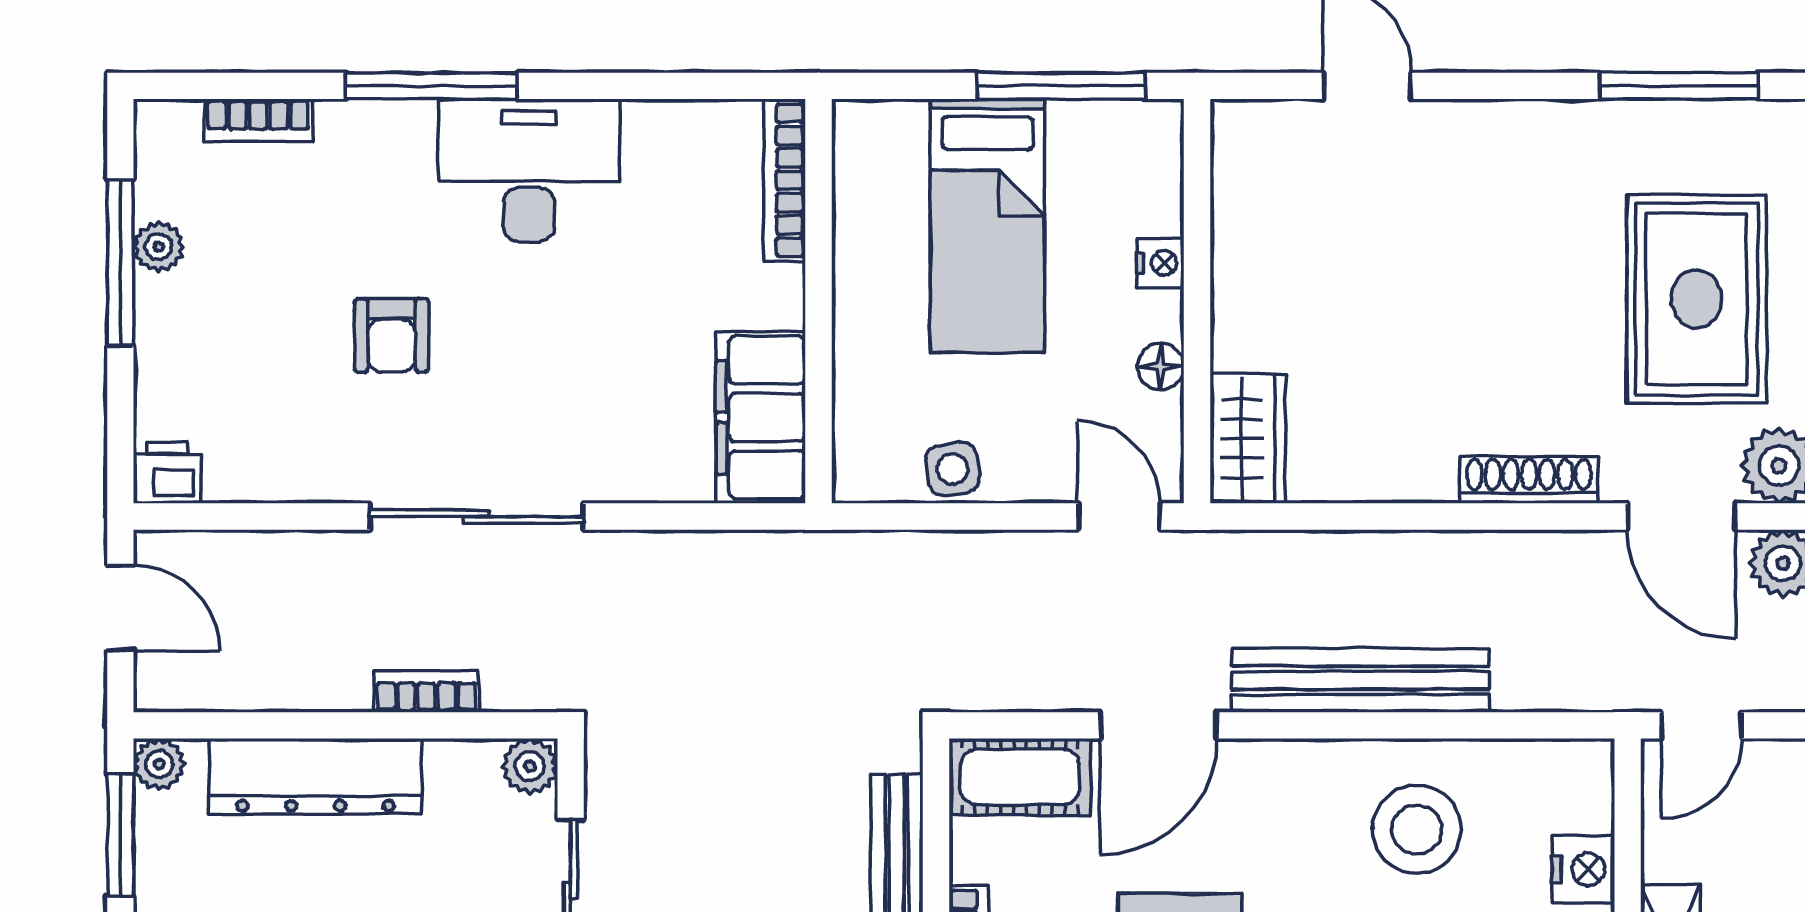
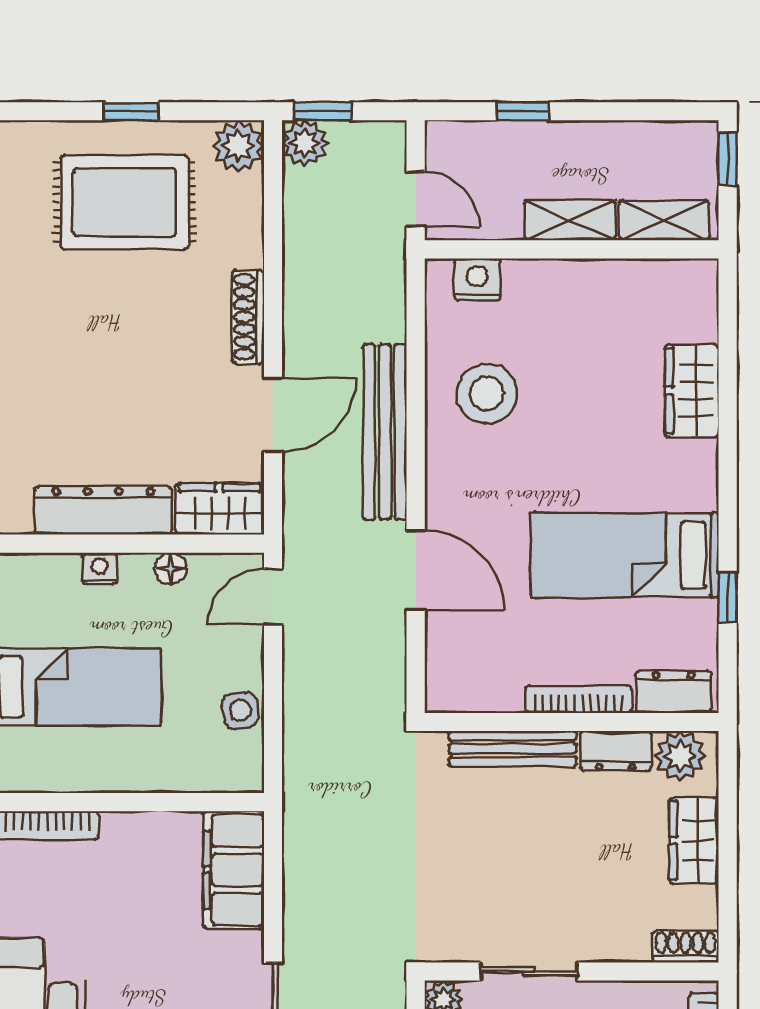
dresser: (1246, 268) -> (103, 510), added
filing cabinet: (761, 417) -> (234, 870), moved, turned 90
door: (1681, 517) -> (273, 415), moved
cot: (1020, 777) -> (451, 665), removed
nightstand: (1583, 869) -> (477, 280), moved

